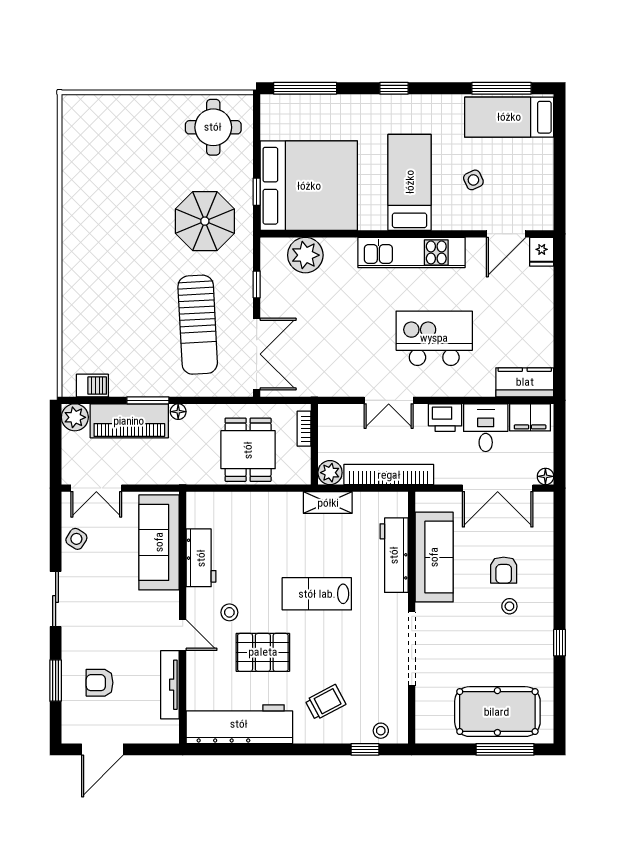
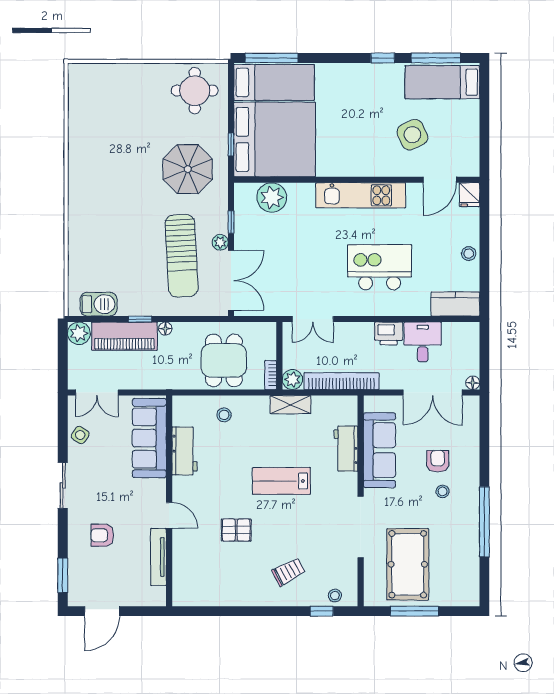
window: (394, 88) -> (383, 58), moved
side table: (473, 180) -> (412, 135), width x1.87, depth x1.87
bed: (410, 182) -> (274, 82), moved, turned 90
plant: (244, 309) -> (220, 242), added
stool: (541, 322) -> (469, 254), added
barbecue: (92, 386) -> (99, 304), width x1.38, depth x1.27
window: (148, 400) -> (140, 319), width x0.67
double door: (389, 400) -> (313, 319), moved
filing cabinet: (530, 417) -> (460, 333), removed
bookcase: (304, 429) -> (271, 375), moved
workbench: (394, 555) -> (346, 449), width x0.73
armchair: (504, 570) -> (438, 461), turned 180
stool: (229, 612) -> (224, 415), moved
window: (559, 643) -> (484, 522), width x3.17
pallet: (263, 652) -> (236, 530), width x0.67, depth x0.71
window: (56, 681) -> (63, 575), moved
armchair: (100, 683) -> (102, 535), moved
pool table: (497, 712) -> (408, 564), moved, turned 90
workbench: (239, 724) -> (217, 590), removed
window: (505, 749) -> (414, 611), moved

